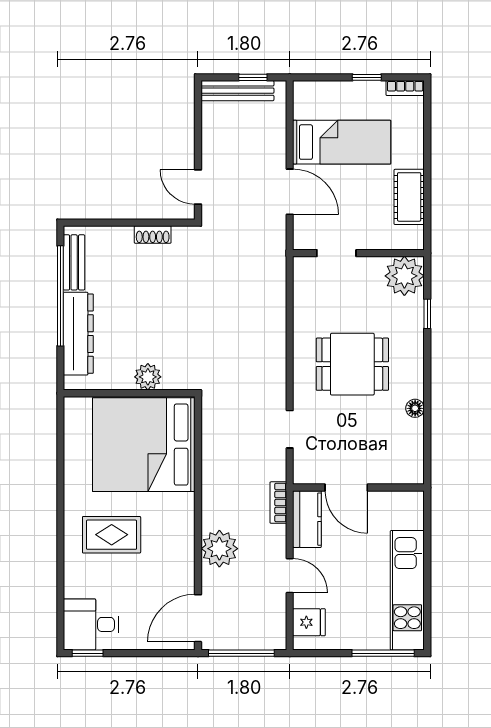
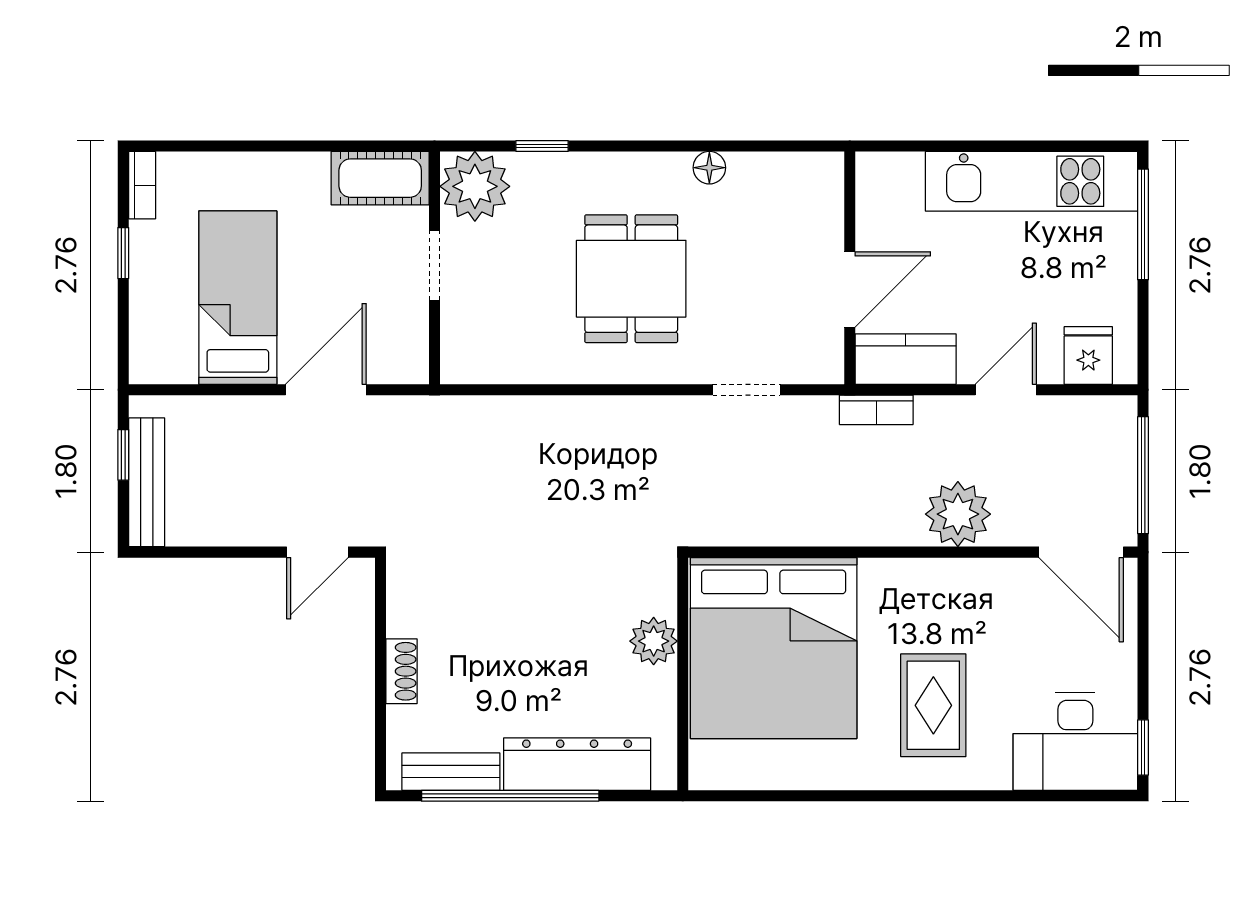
cot: (409, 197) -> (380, 178), moved
shoe rack: (153, 235) -> (402, 671), moved
doorway: (336, 253) -> (435, 265), moved
desk: (91, 624) -> (1075, 741), width x1.37

